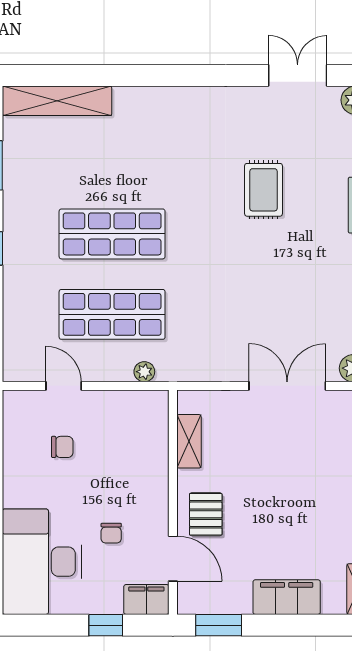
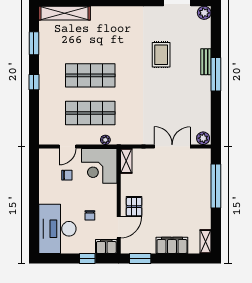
door: (64, 386) -> (68, 146), swing flipped
corner desk: (131, 427) -> (99, 166), added
shelving: (189, 441) -> (126, 161), moved
door: (173, 559) -> (119, 227), hinge flipped

